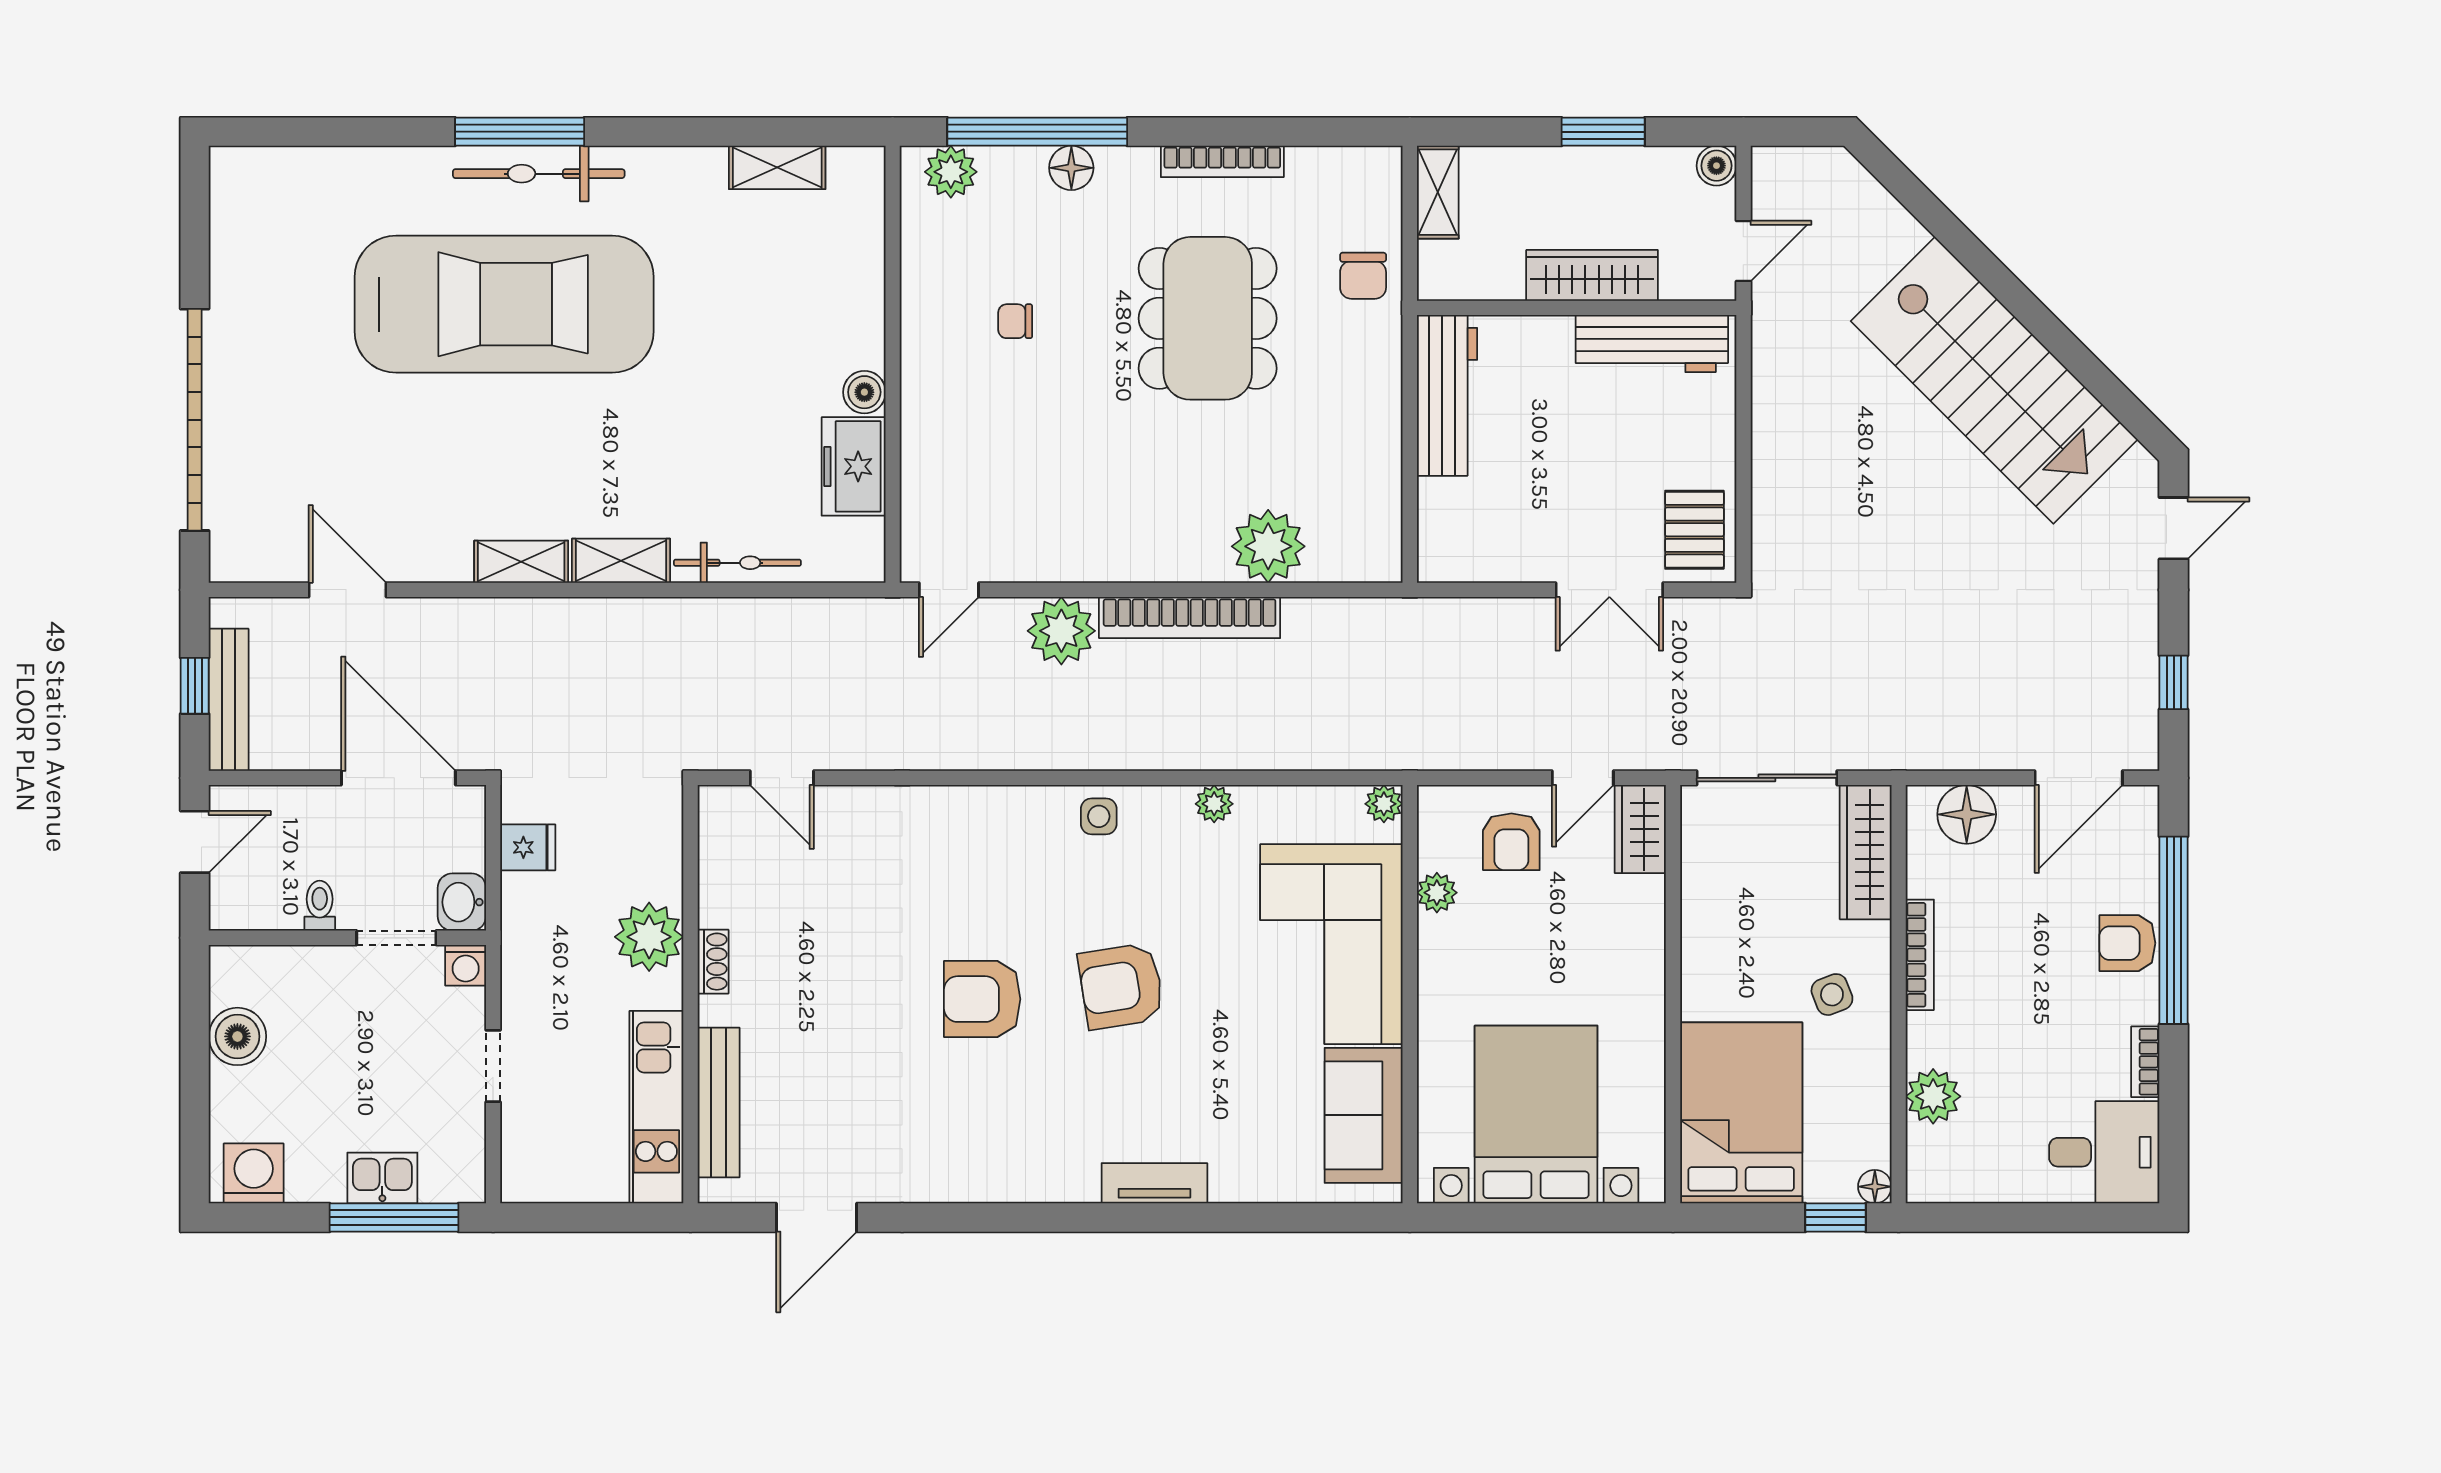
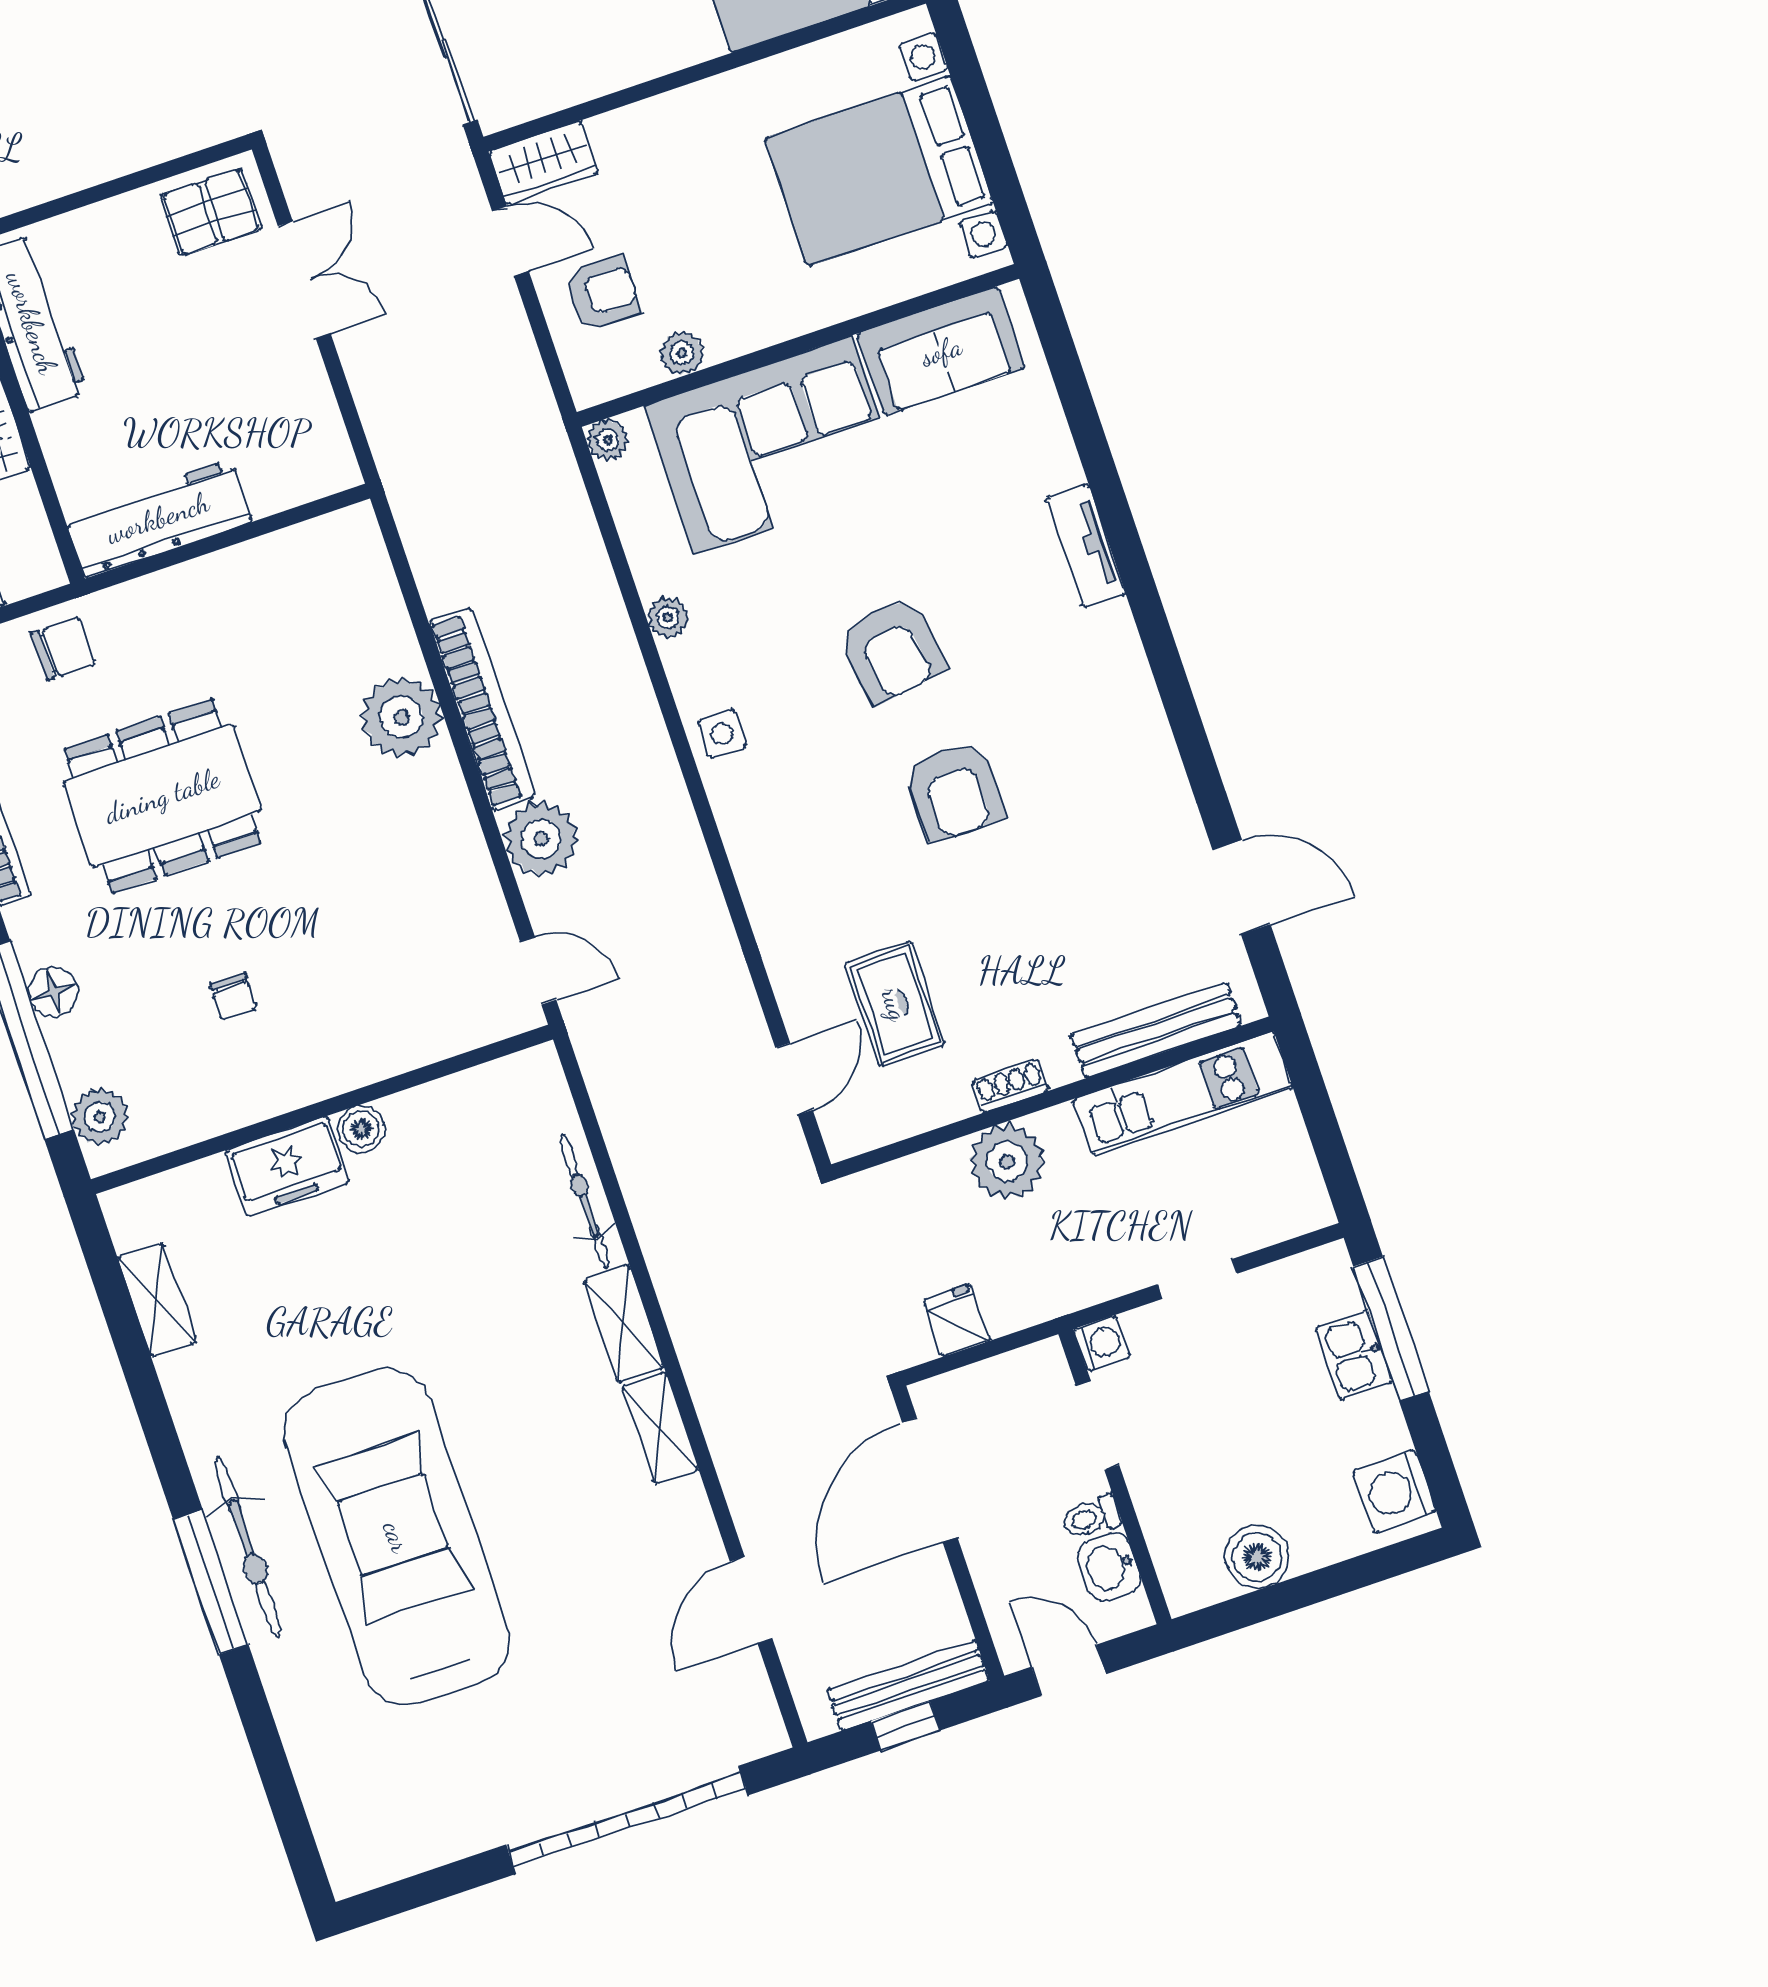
freezer: (854, 466) -> (287, 1167), moved
plant: (1268, 546) -> (401, 717), moved
rug: (817, 886) -> (895, 1004), added
washbasin: (462, 902) -> (1109, 1567), moved, turned 90

